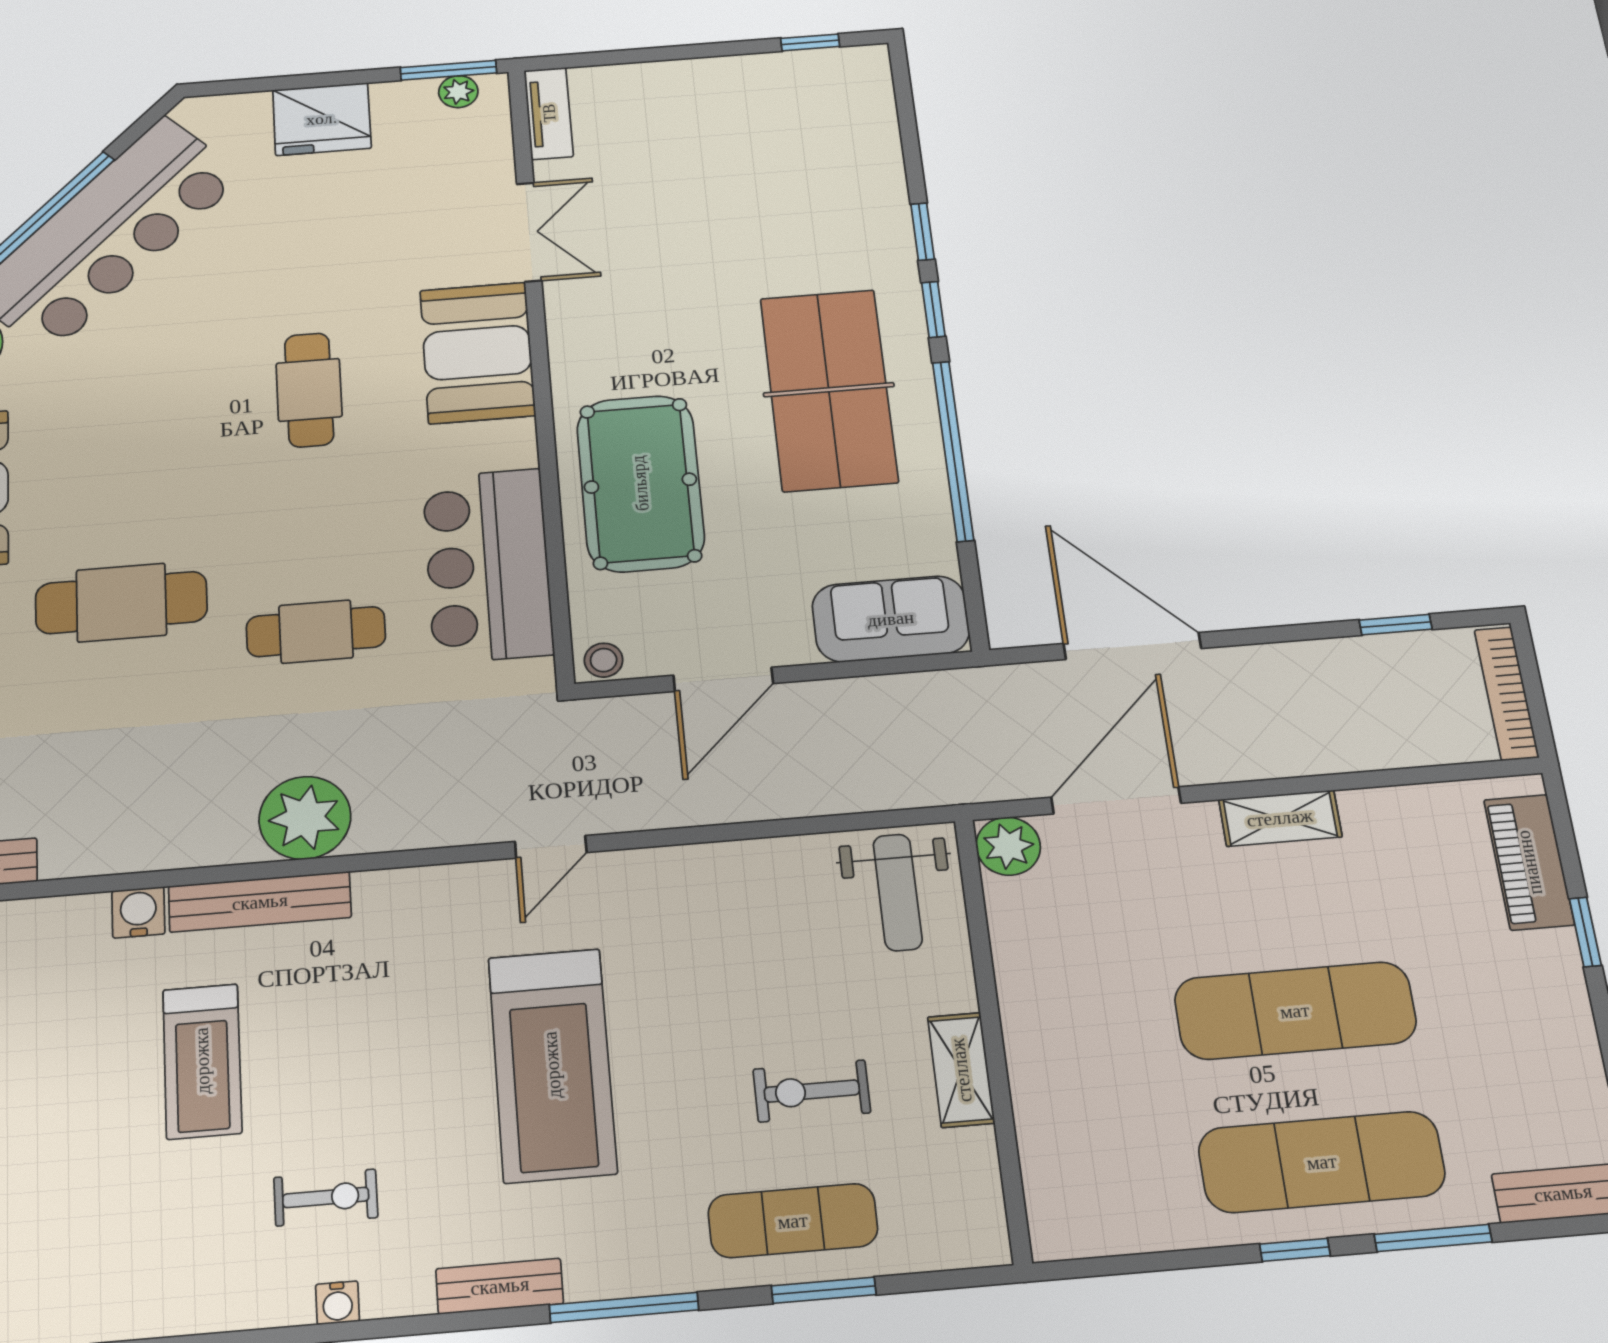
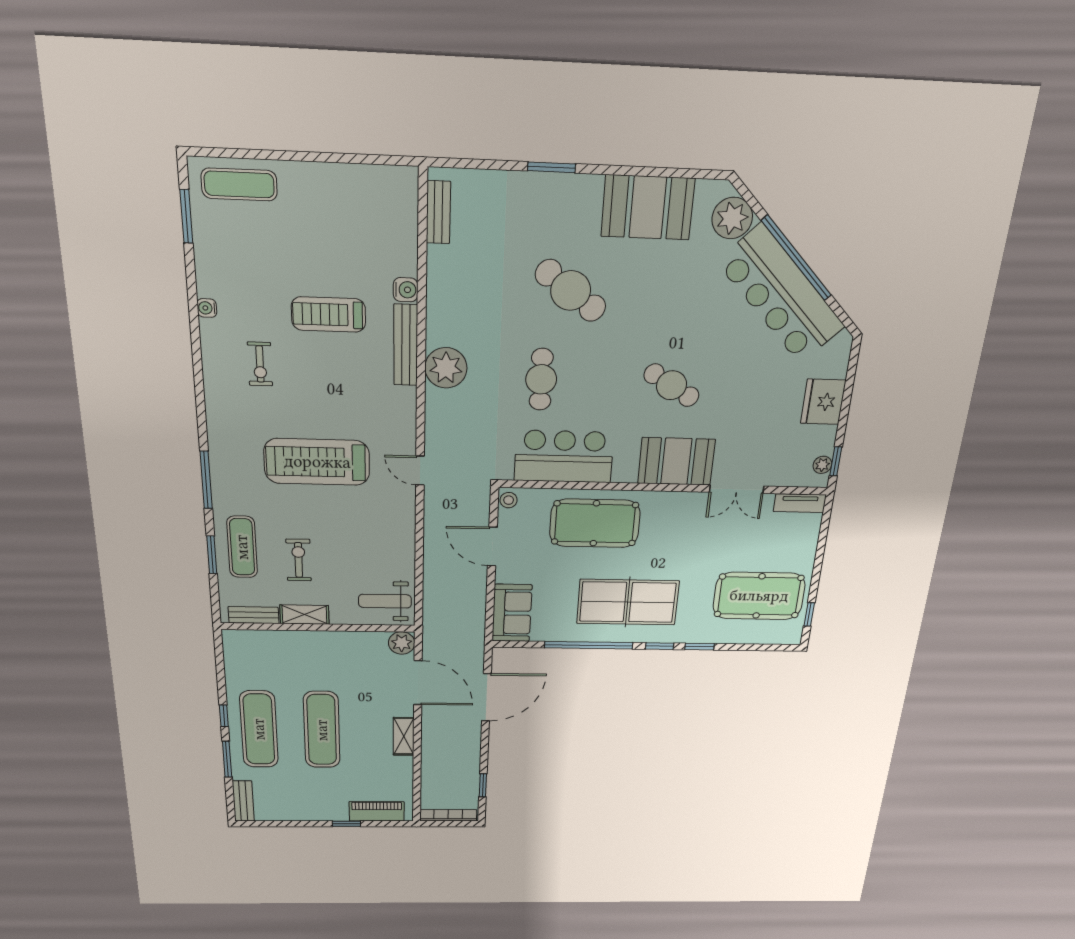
window: (448, 70) -> (836, 461), width x0.67
pool table: (778, 143) -> (759, 596), added
cafe table: (309, 390) -> (672, 385), turned 31
cafe table: (121, 603) -> (571, 291), turned -54
bench: (500, 1286) -> (254, 615), moved, turned 90
water cooler: (338, 1303) -> (207, 308), moved

